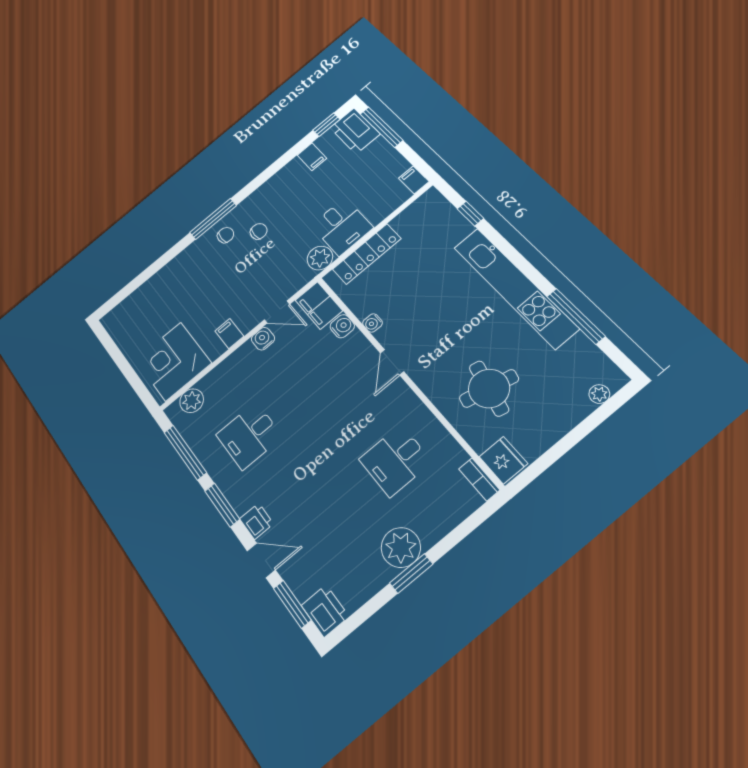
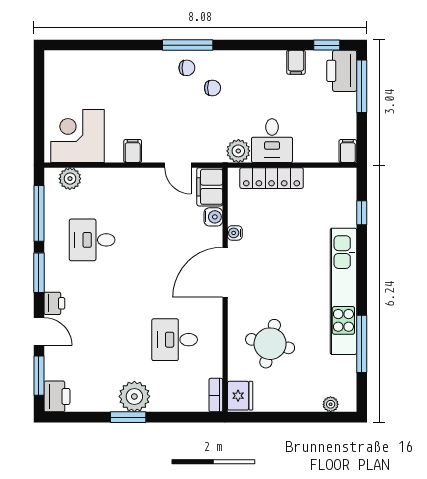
water cooler: (263, 339) -> (153, 177), removed
door: (392, 362) -> (225, 272), width x1.88

